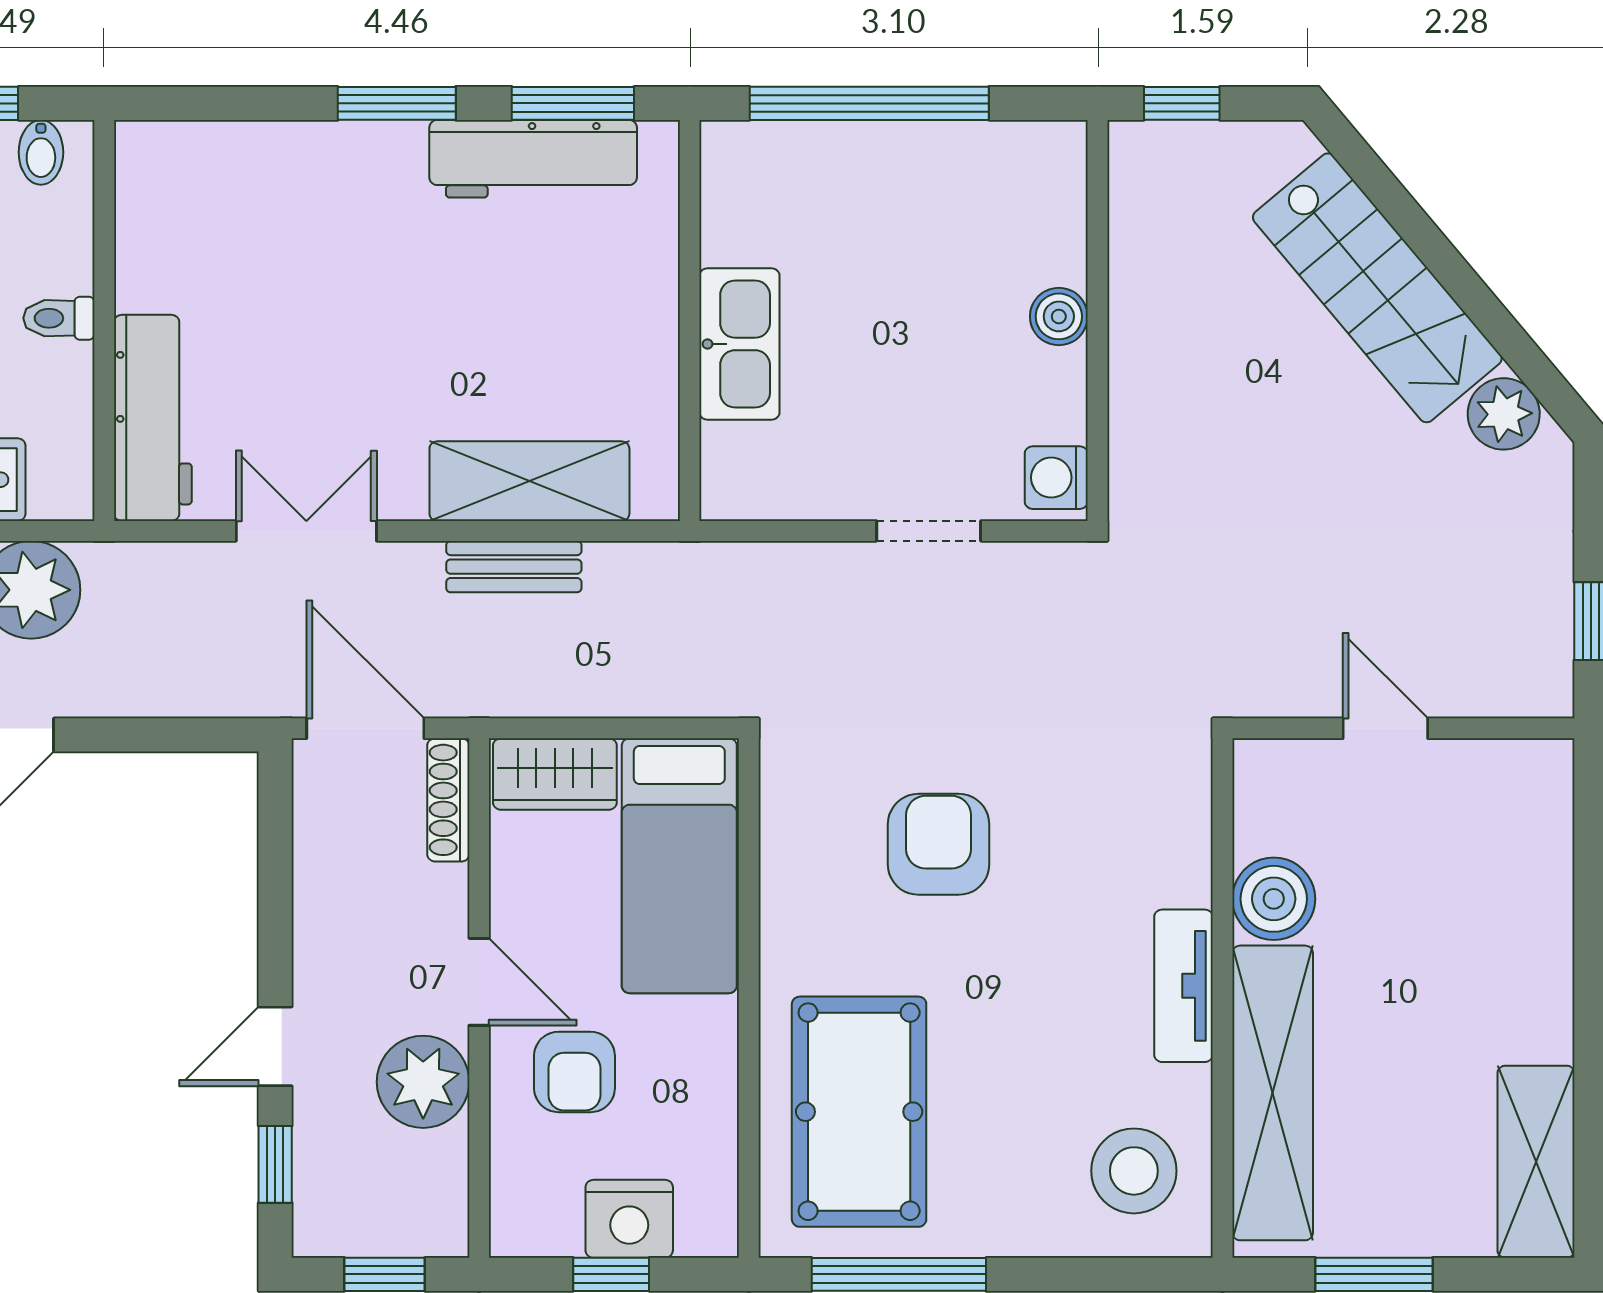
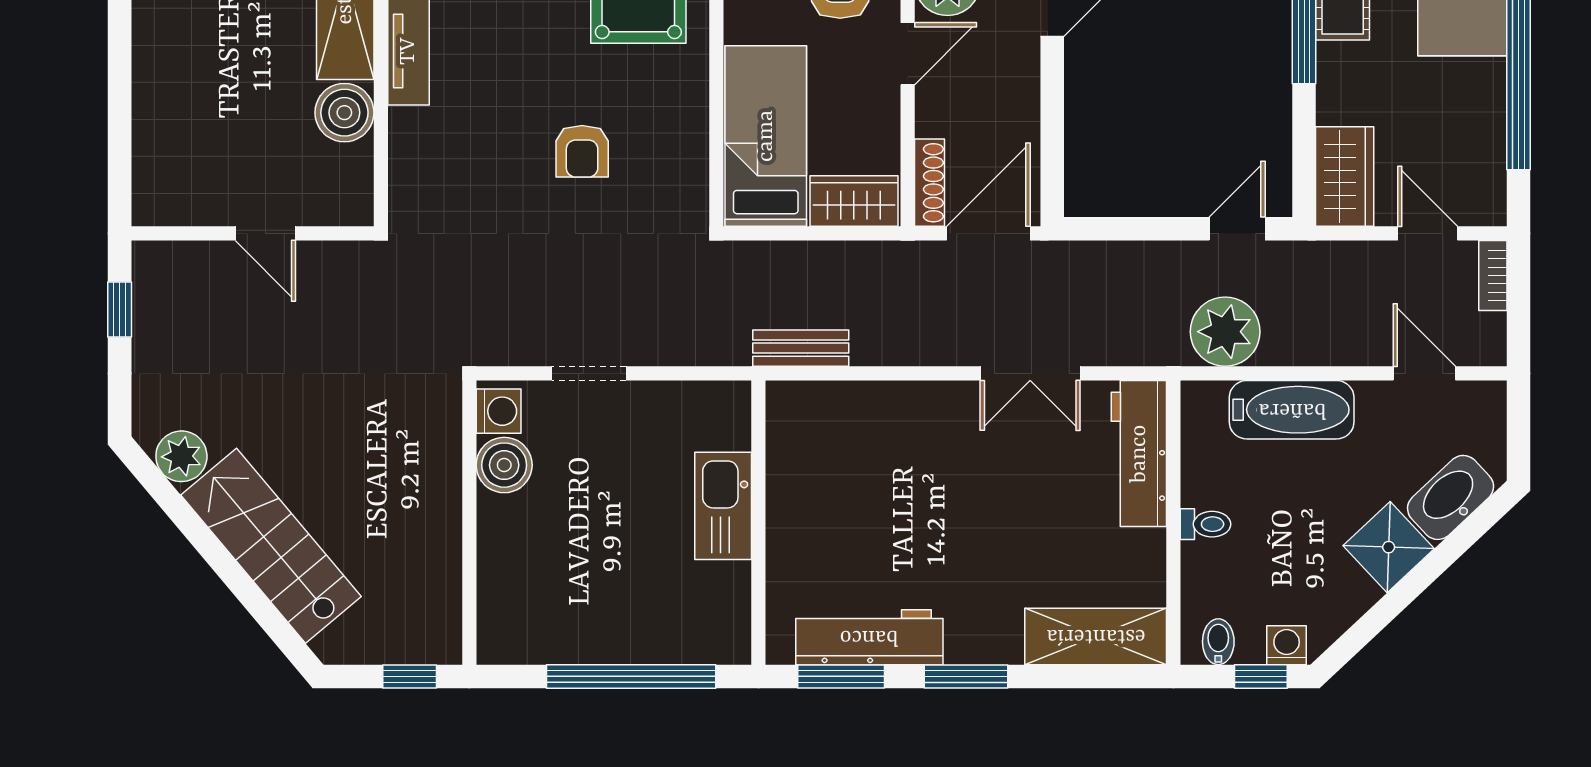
boiler: (1059, 316) -> (504, 465), moved, width x1.36, depth x1.36
shelving: (529, 481) -> (1096, 636), moved
bench: (514, 567) -> (801, 348), moved
door: (365, 728) -> (988, 233), swing flipped
armchair: (939, 844) -> (582, 151), width x0.72, depth x0.72
door: (479, 982) -> (908, 54), swing flipped

